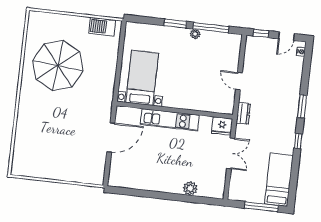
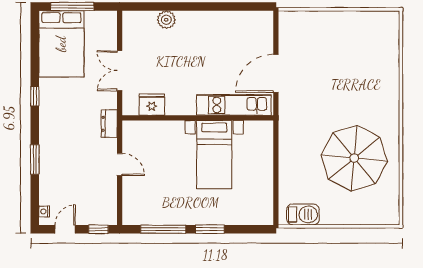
plant: (195, 34) -> (183, 219), removed
bed with nightstands: (142, 78) -> (214, 155), moved
window: (302, 106) -> (35, 159), moved
kitchen unit: (170, 120) -> (234, 105), moved
fridge: (222, 126) -> (152, 105), moved
bed: (279, 180) -> (61, 44), width x1.50

